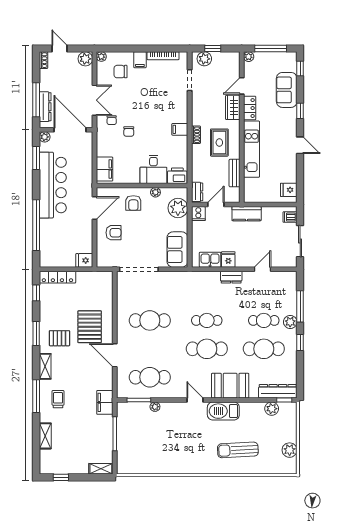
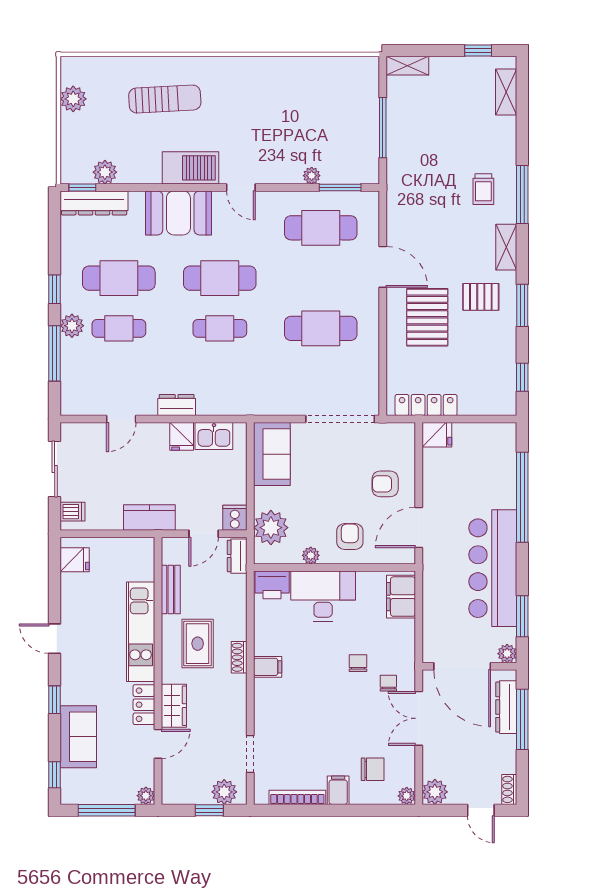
desk: (153, 169) -> (323, 596), width x1.37
locker: (57, 277) -> (426, 405), moved
filing cabinet: (105, 402) -> (400, 183), removed
shelving: (45, 436) -> (506, 92), moved

